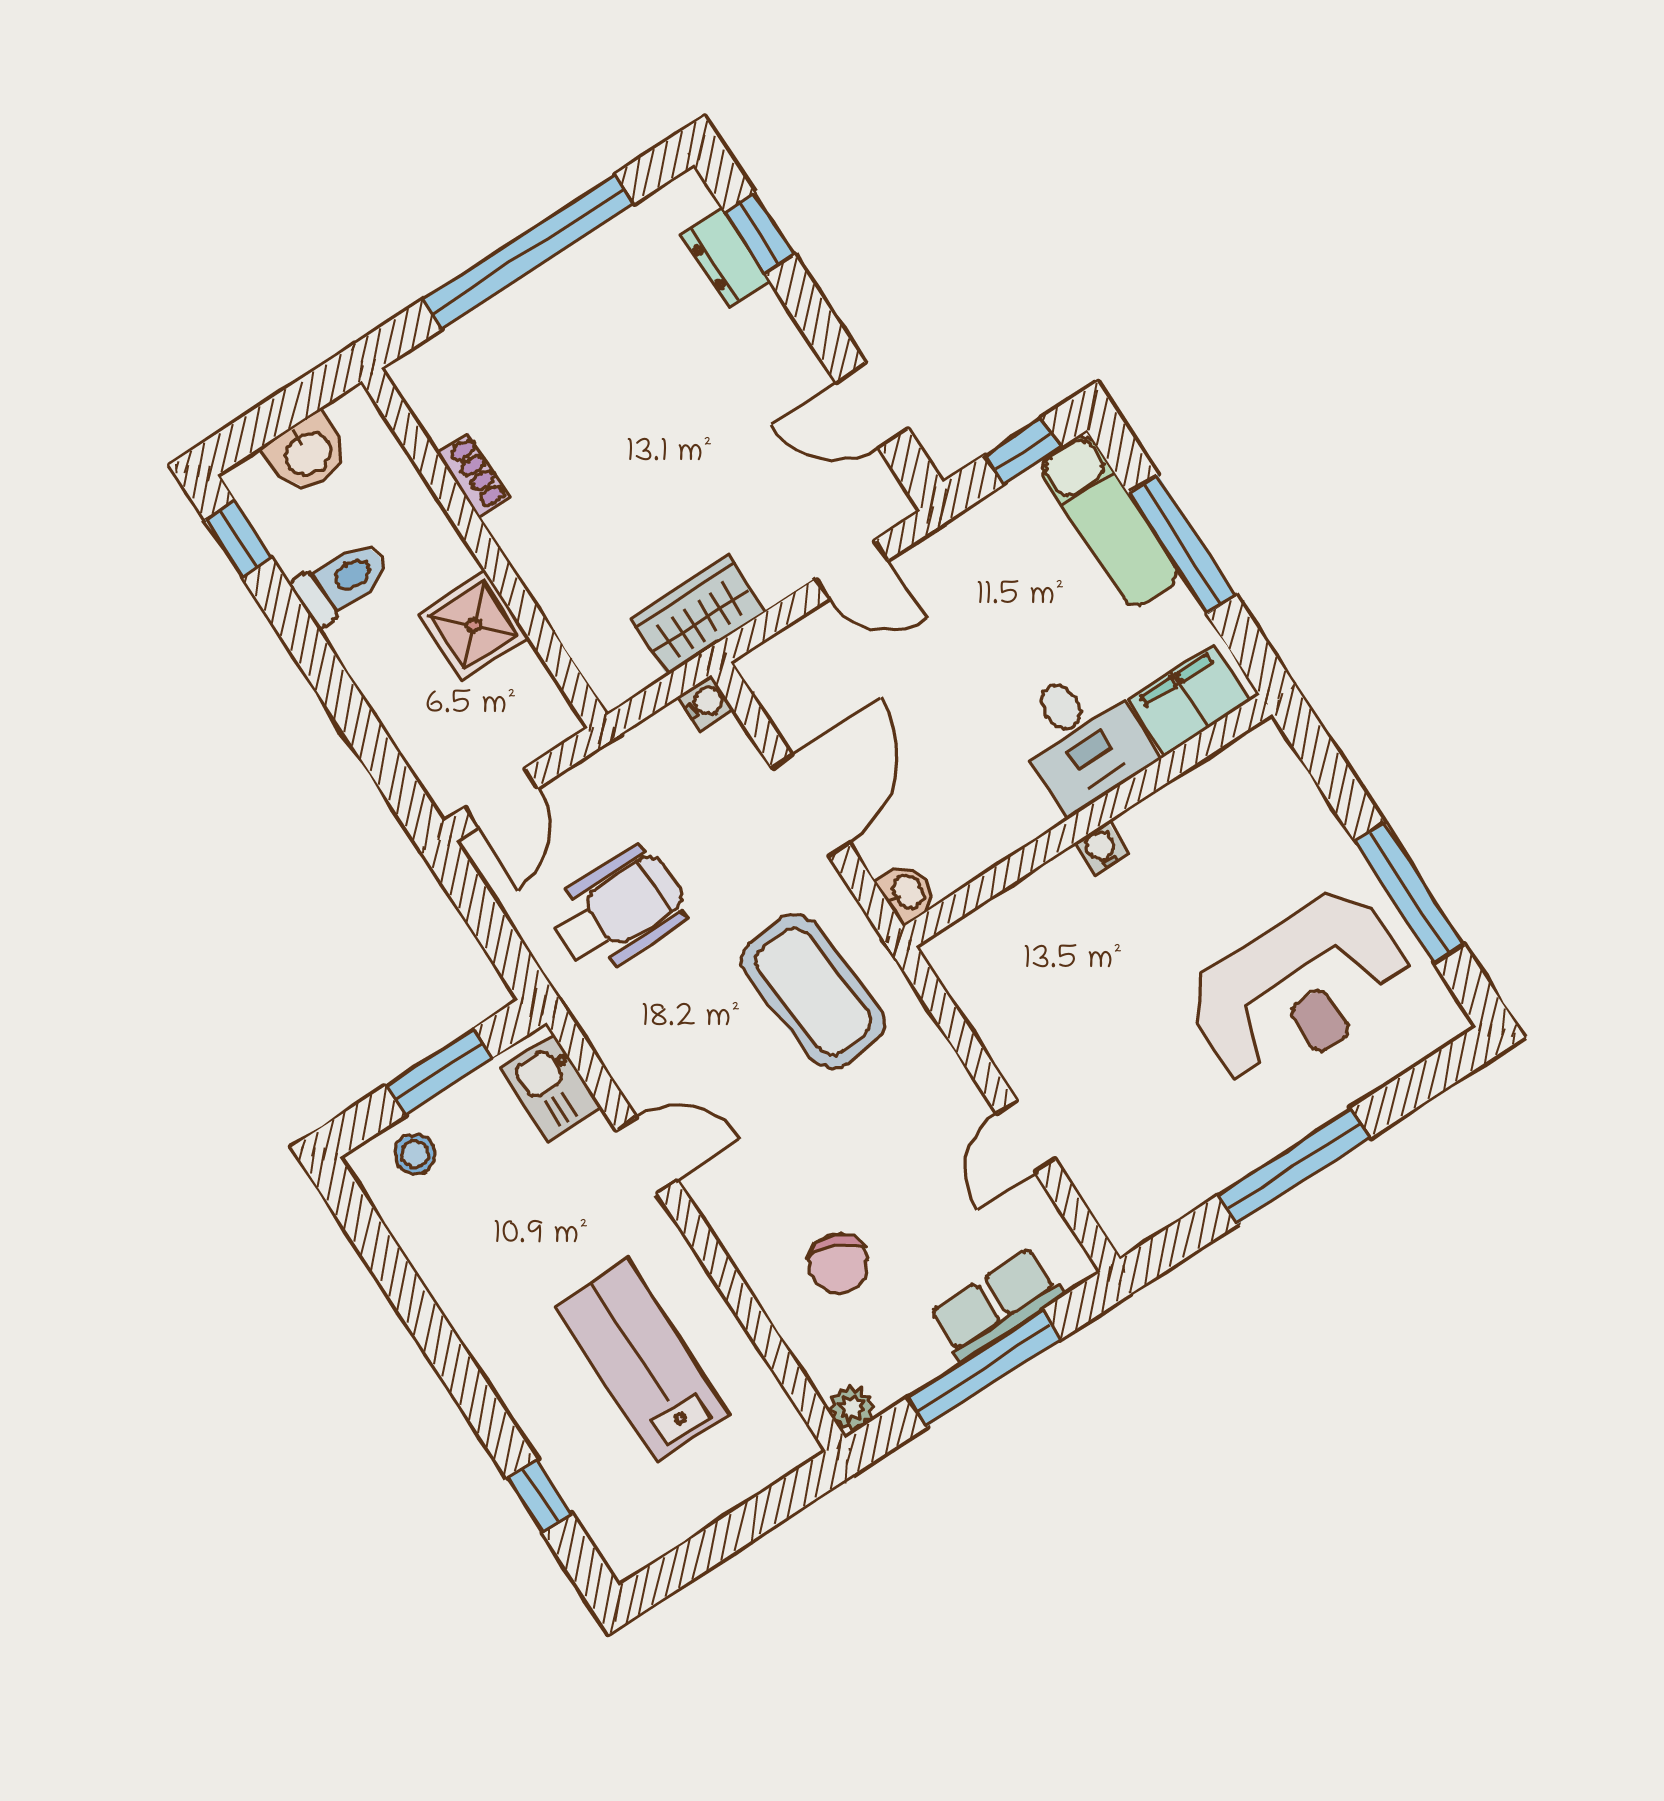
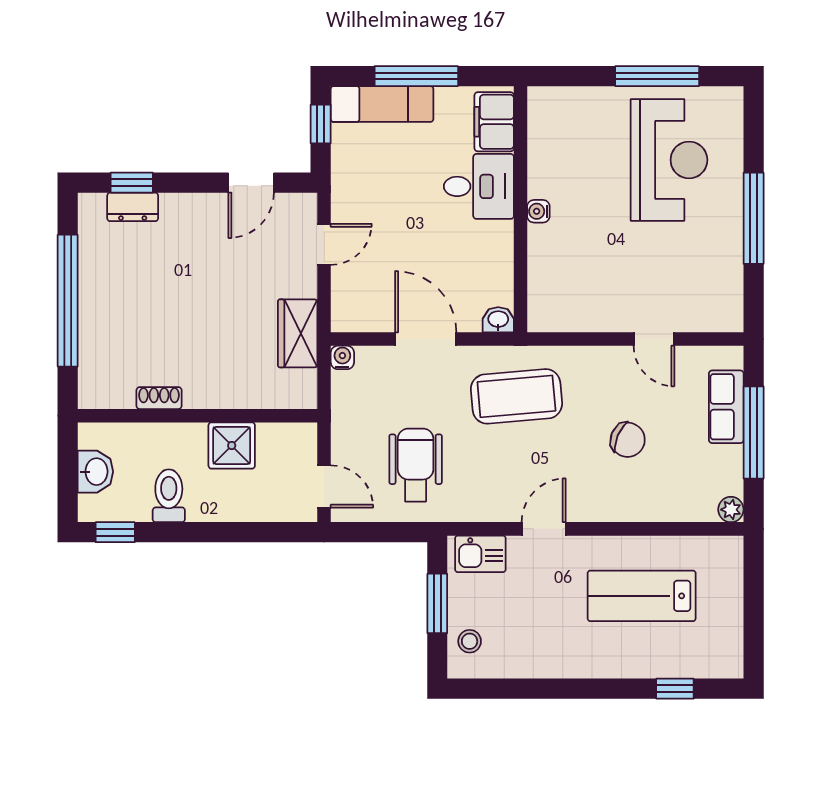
chair: (838, 1263) -> (628, 440), moved

